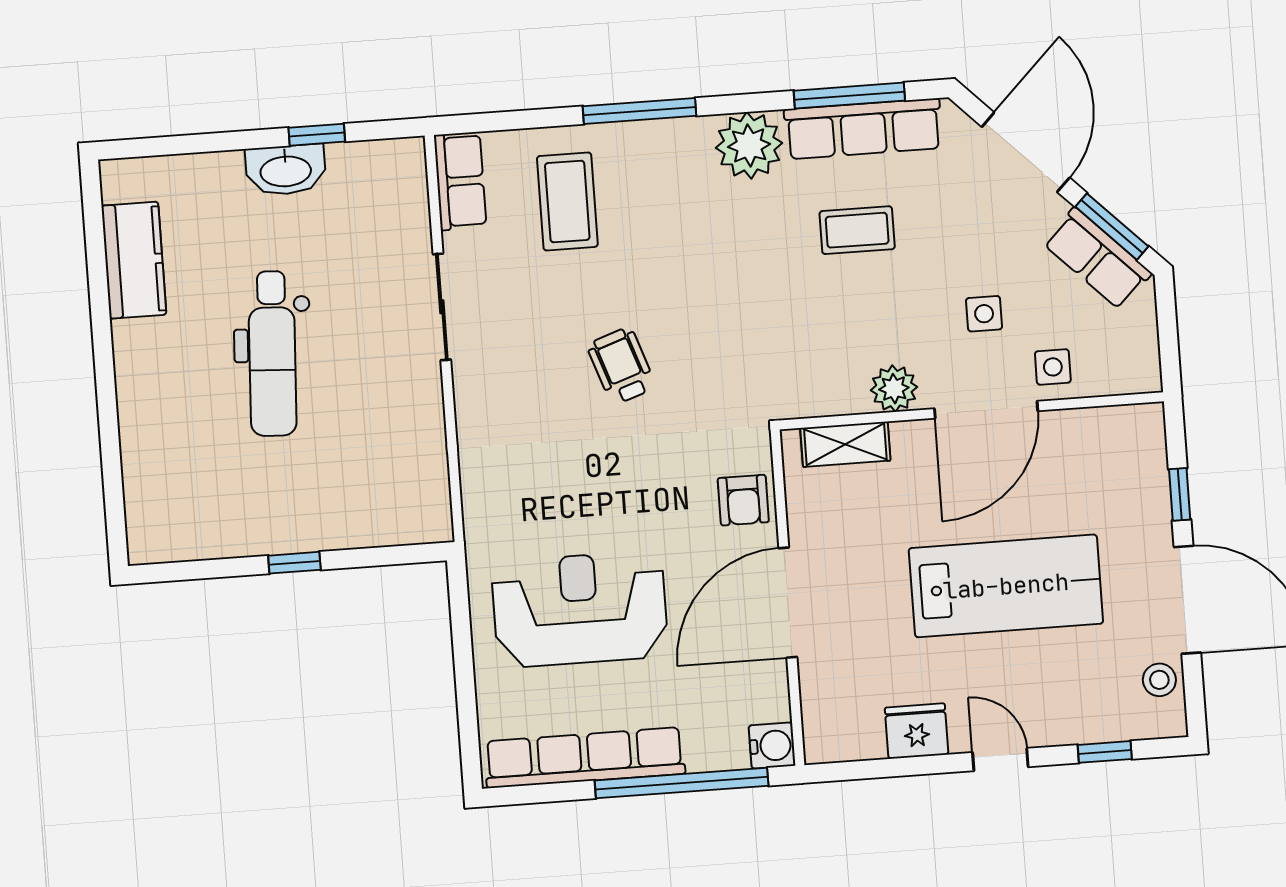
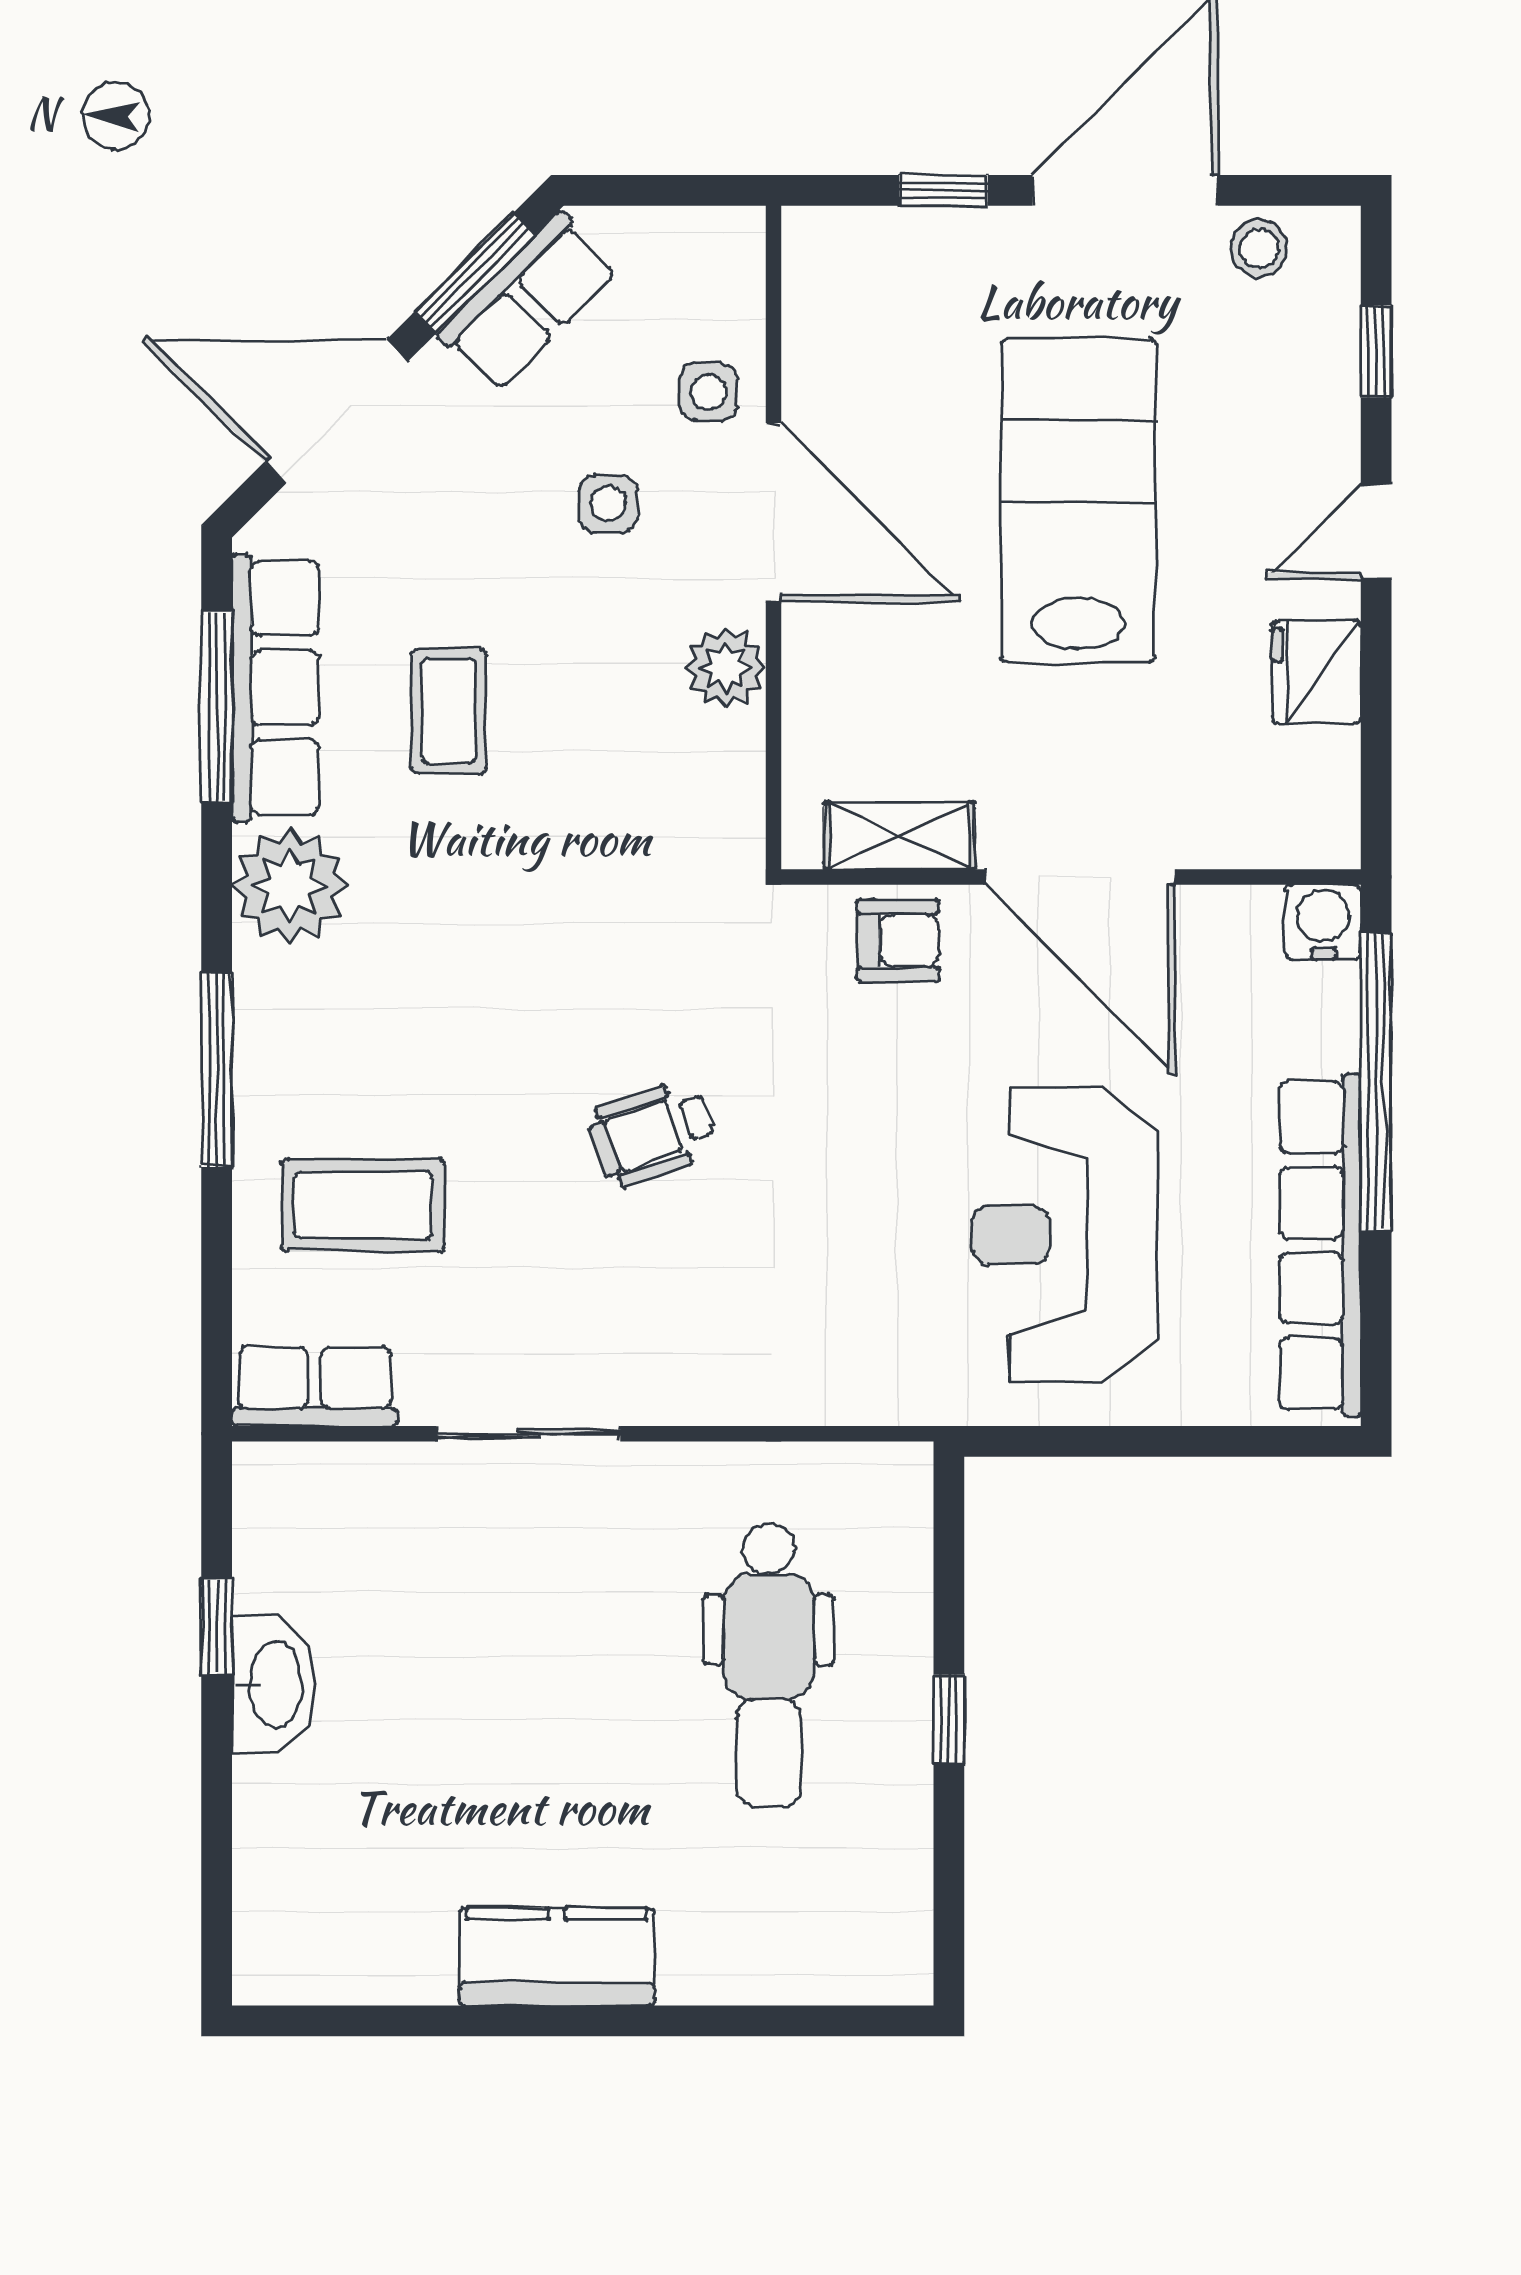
kitchen counter: (134, 260) -> (557, 1957), moved
dental chair: (272, 354) -> (769, 1665), moved, turned 87
shelving: (845, 444) -> (899, 835), moved, turned 90

